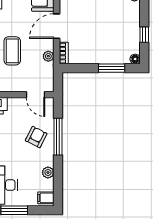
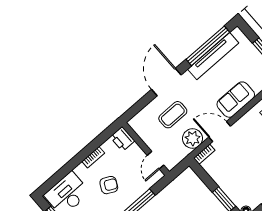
plant: (48, 56) -> (193, 139), width x1.87, depth x1.87
armchair: (36, 137) -> (109, 185), moved

